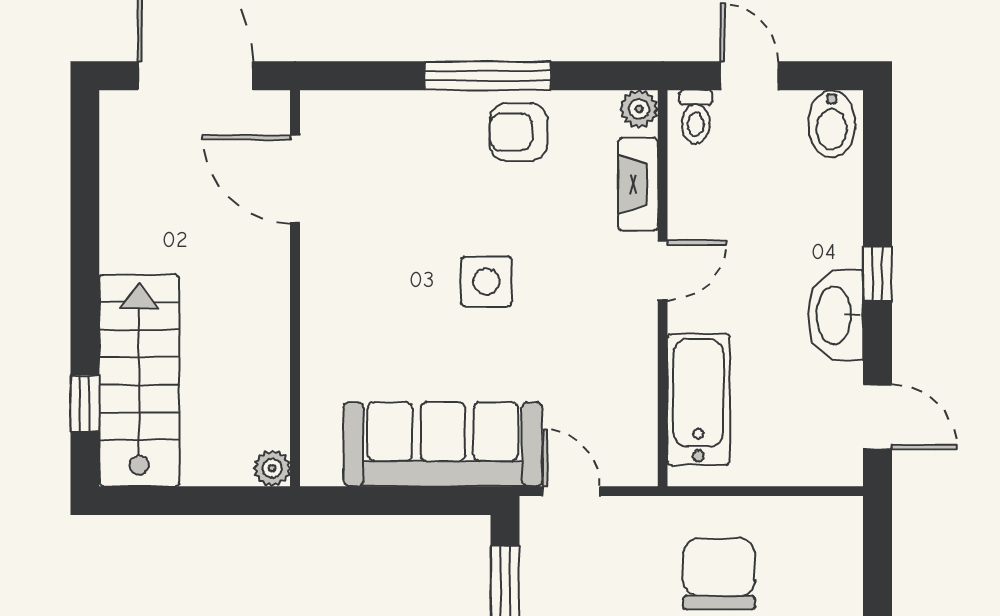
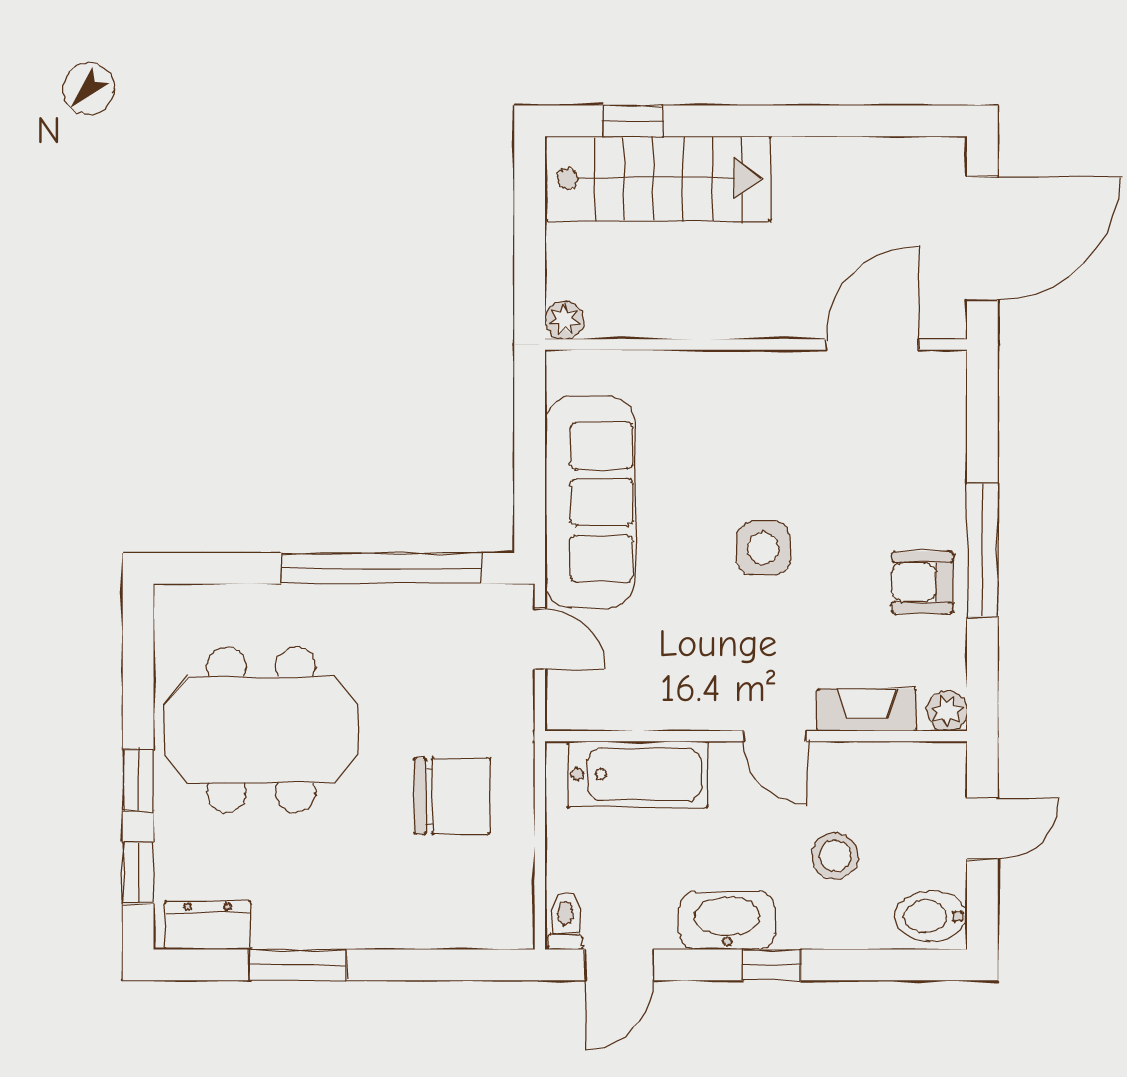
toilet: (696, 117) -> (565, 921), moved, turned 90
armchair: (518, 132) -> (922, 582), turned -90
stool: (775, 214) -> (835, 856), added
door: (571, 491) -> (540, 639), hinge flipped

